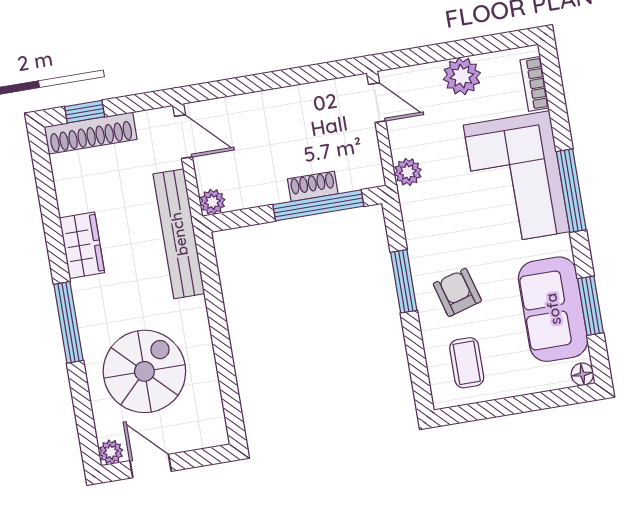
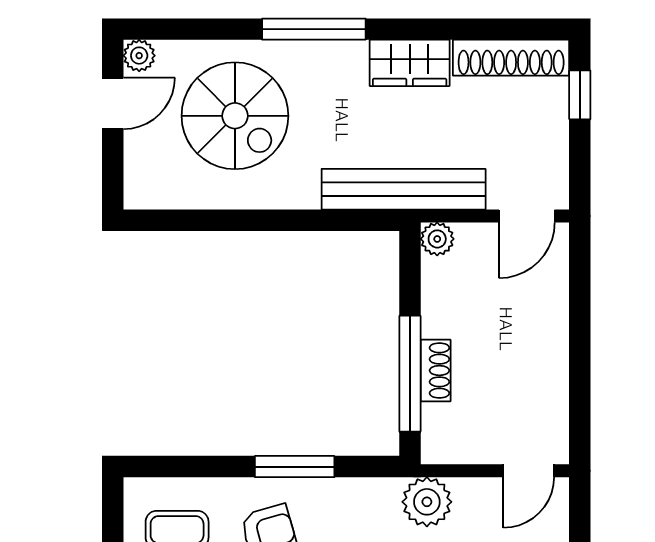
shoe rack: (91, 133) -> (511, 58), moved, turned -90
plant: (408, 172) -> (427, 502), width x1.38, depth x1.38

